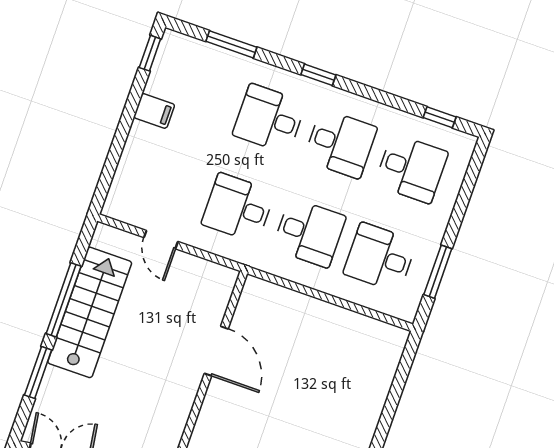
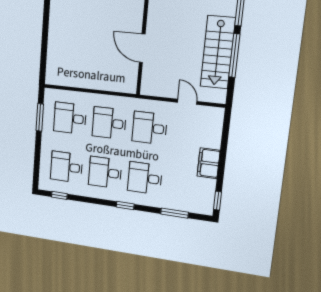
filing cabinet: (154, 111) -> (209, 163), width x2.00
desk: (269, 119) -> (145, 178), turned 180
desk: (238, 208) -> (150, 128), turned 180
desk: (380, 258) -> (70, 118), turned 180

